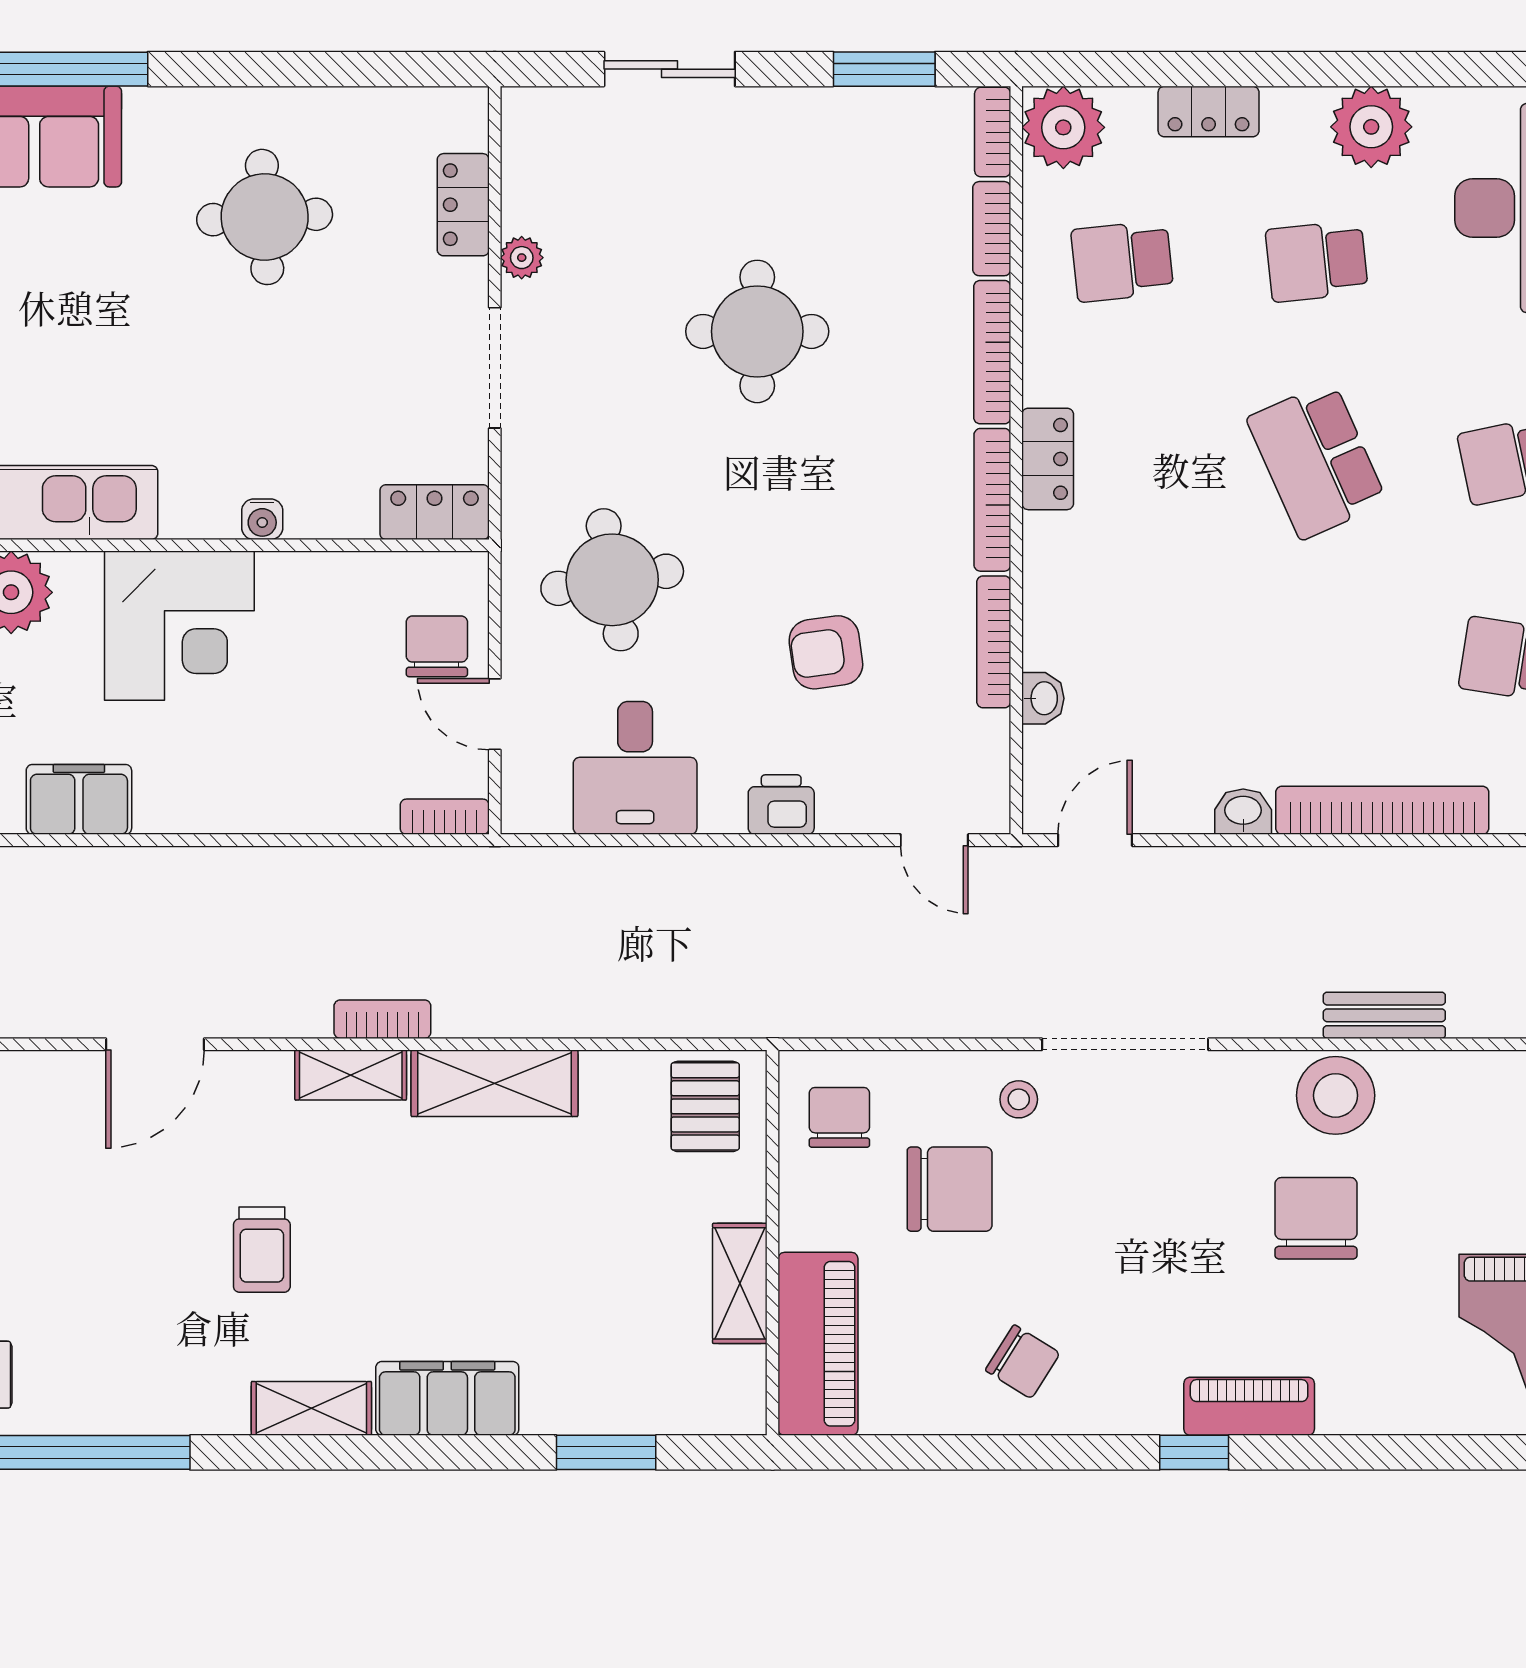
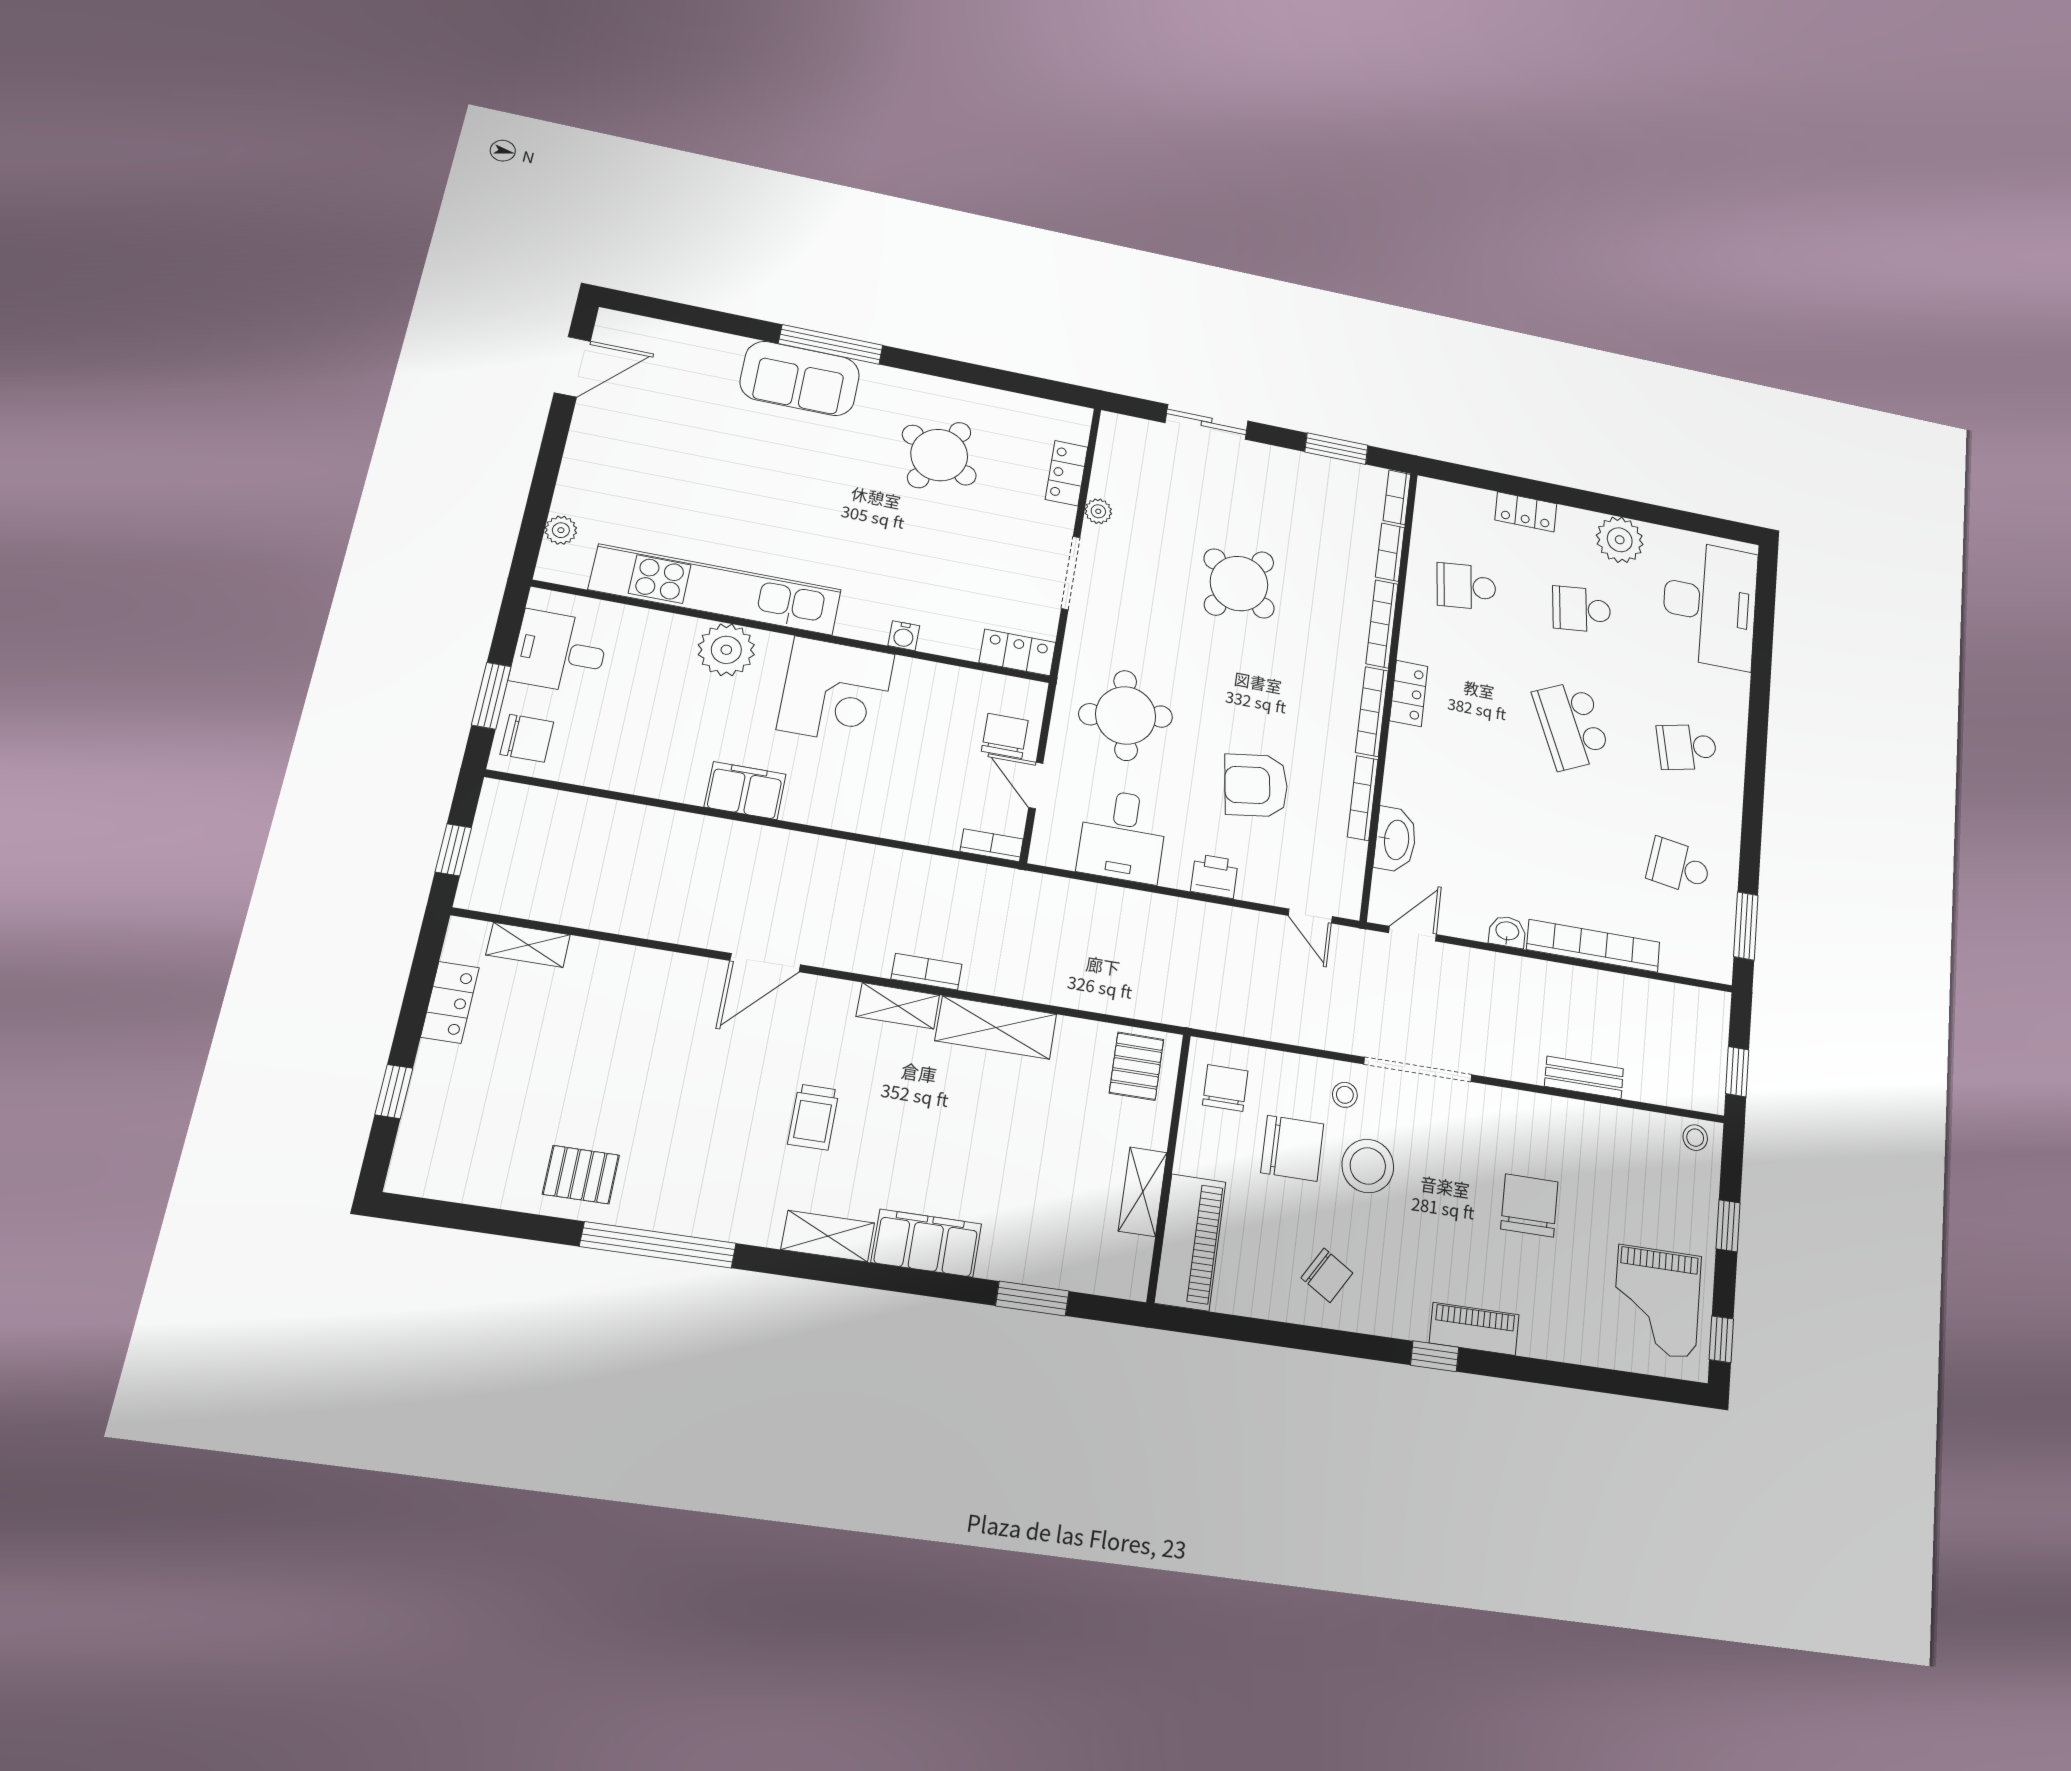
plant: (1063, 127) -> (1439, 503), removed
round table: (265, 217) -> (939, 455), turned 32
round table: (757, 331) -> (1239, 583), turned 37
armchair: (826, 652) -> (1256, 785), width x1.38, depth x1.38
washbasin: (1043, 698) -> (1395, 840), width x1.91, depth x1.45
stool: (1336, 1095) -> (1368, 1166), moved

